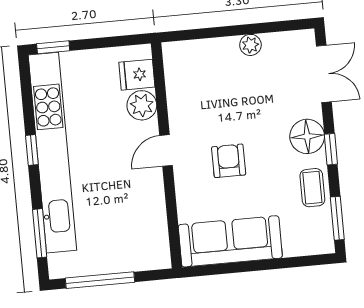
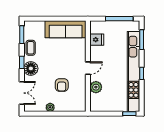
double door: (324, 74) -> (22, 93), swing flipped
fridge: (137, 75) -> (97, 40), moved
armchair: (229, 161) -> (62, 85), moved

